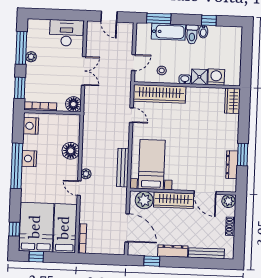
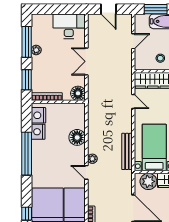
door: (133, 63) -> (133, 41), moved
double door: (84, 71) -> (86, 61), swing flipped
nightstand: (29, 159) -> (38, 132), moved

